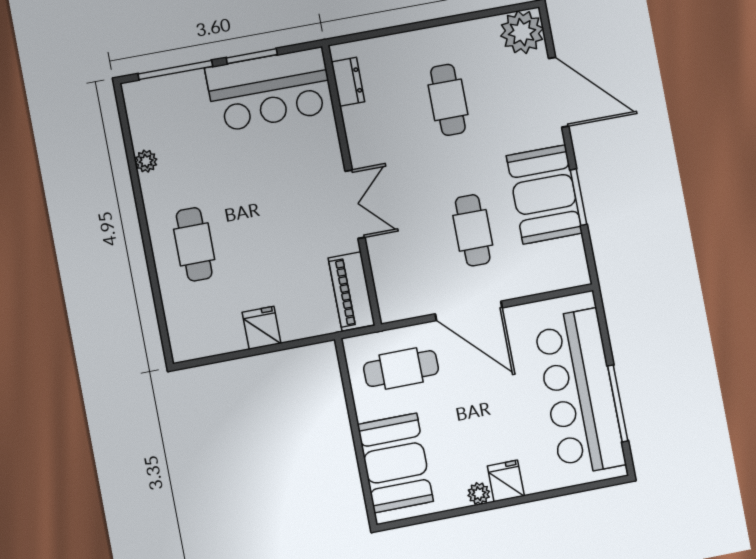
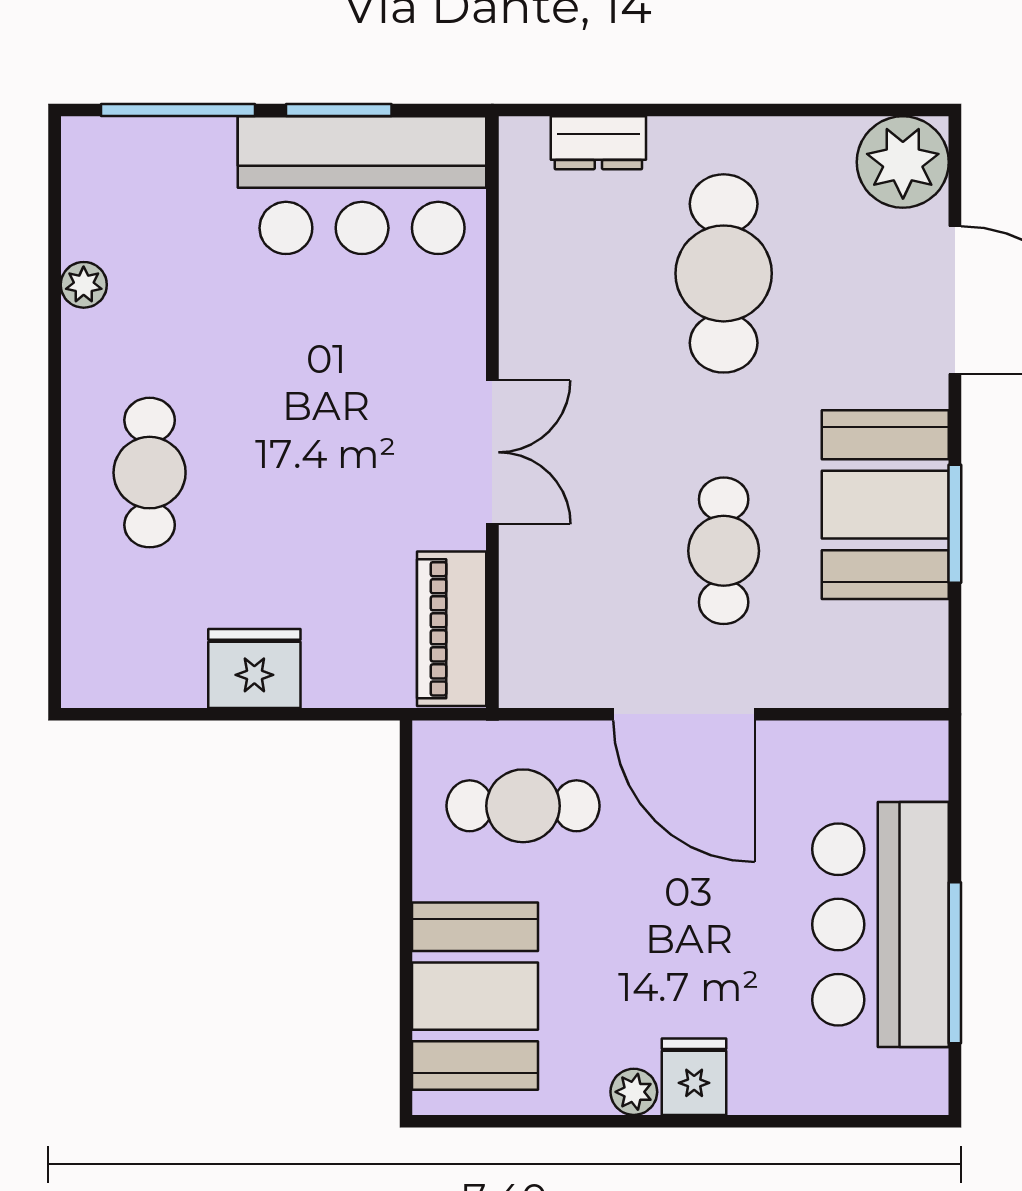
dresser: (348, 82) -> (598, 143), moved, turned 90
cafe table: (448, 100) -> (724, 273), width x1.37, depth x1.35
fridge: (262, 328) -> (254, 668), width x1.38
bar counter: (580, 392) -> (880, 924), width x0.73

